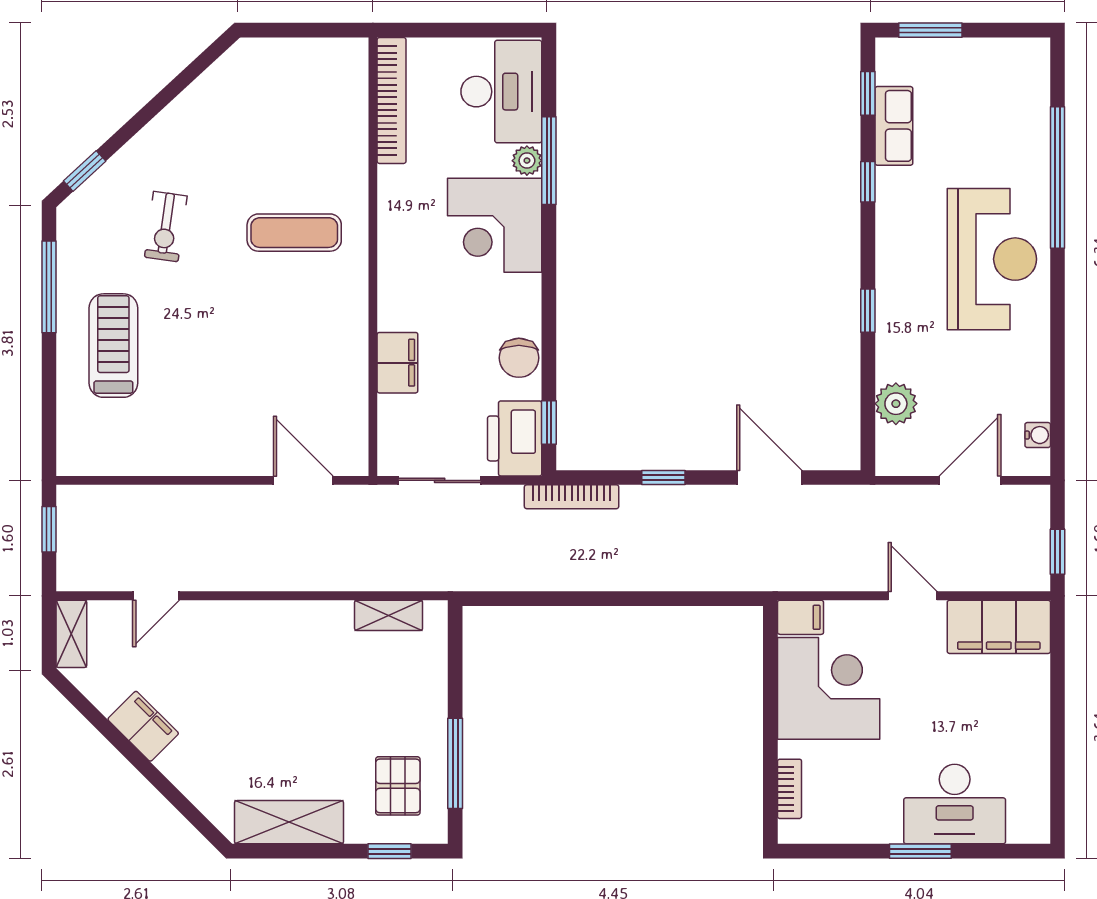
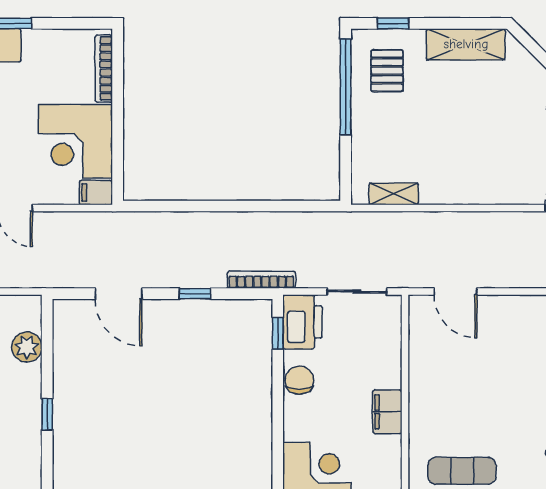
filing cabinet: (397, 363) -> (387, 412), moved
window: (455, 763) -> (346, 87), width x1.46
bookcase: (790, 789) -> (104, 68), width x1.56

